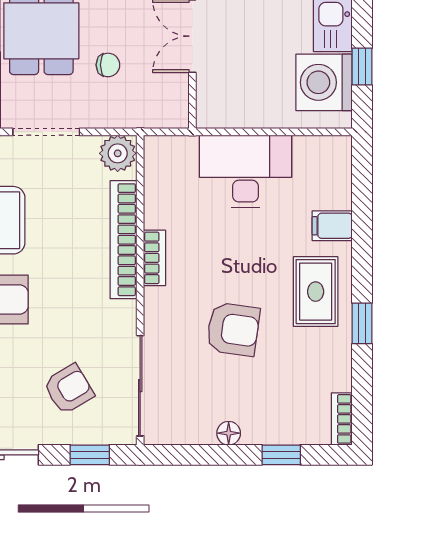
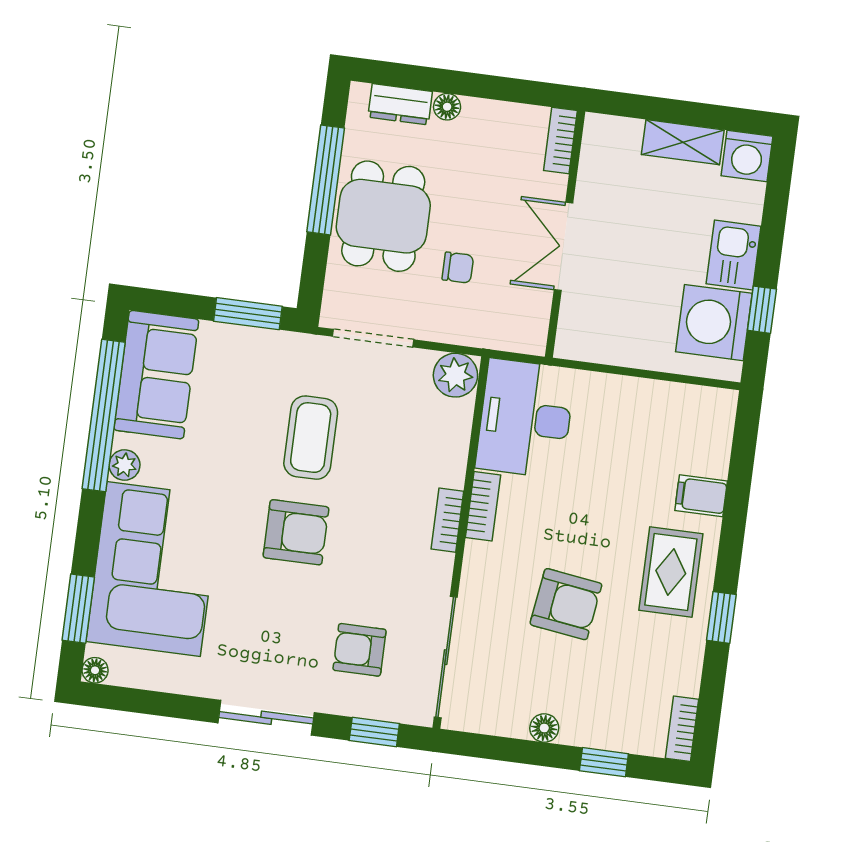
desk: (245, 171) -> (525, 418), moved, turned -90
bookcase: (123, 240) -> (447, 520), width x0.43, depth x0.76
armchair: (69, 389) -> (360, 650), turned -149

